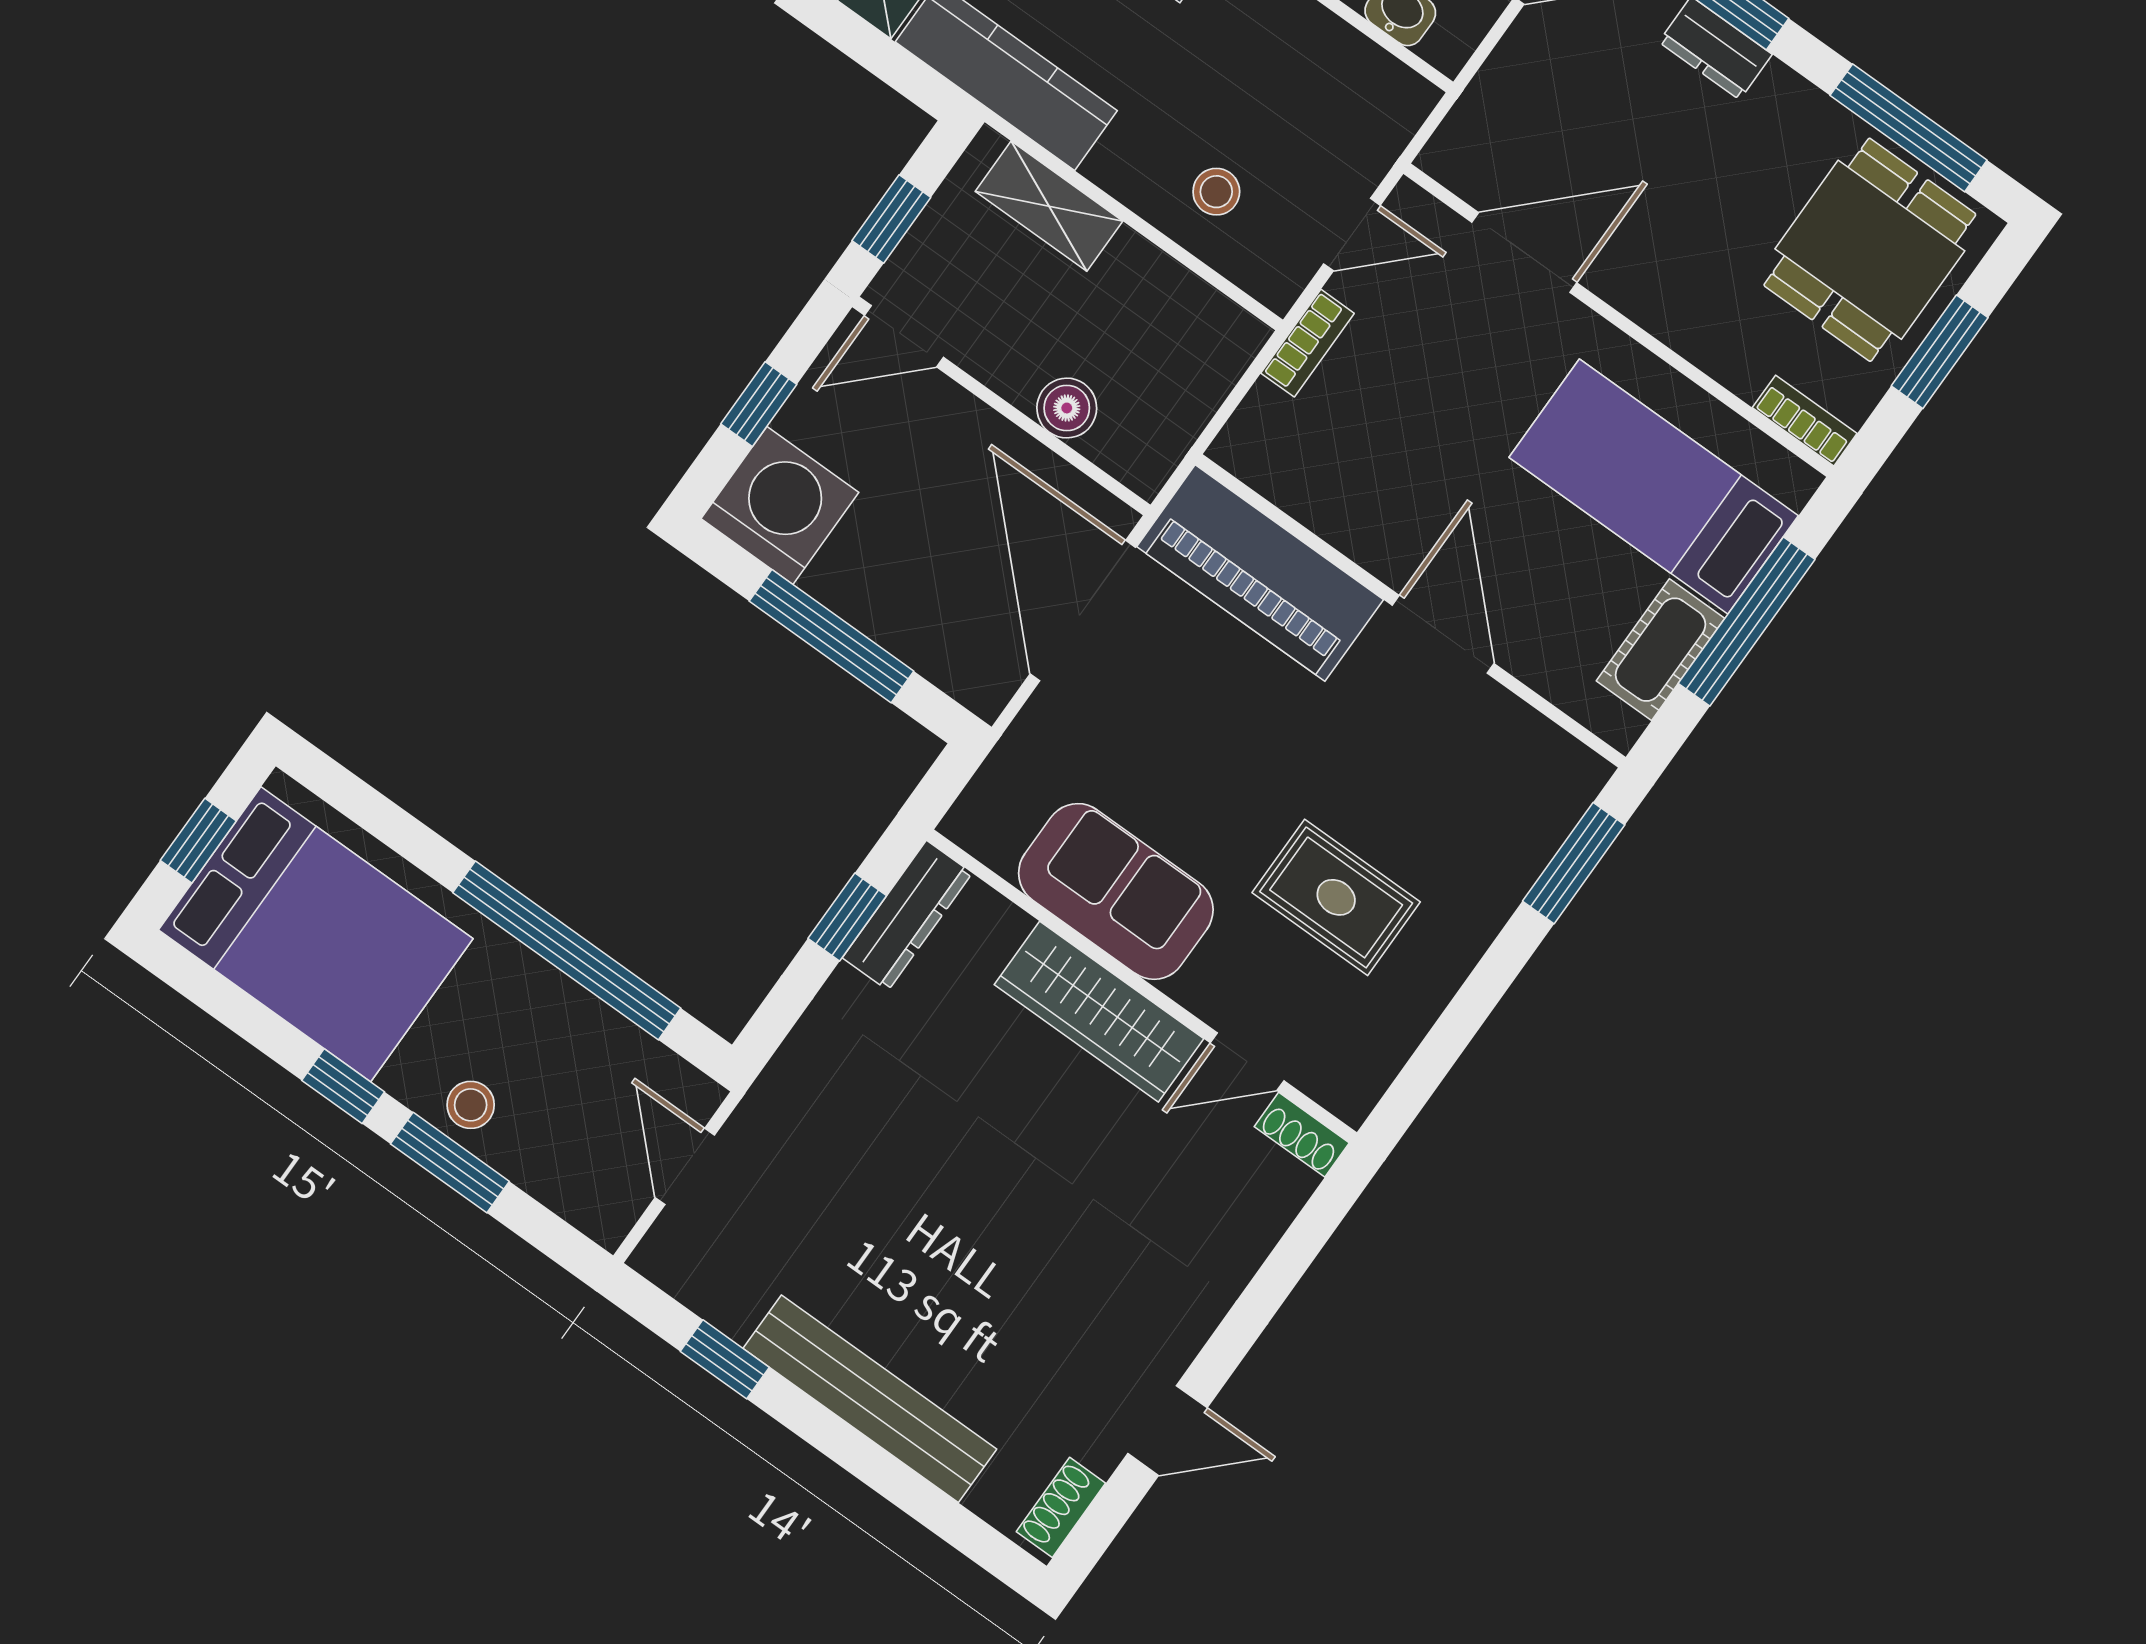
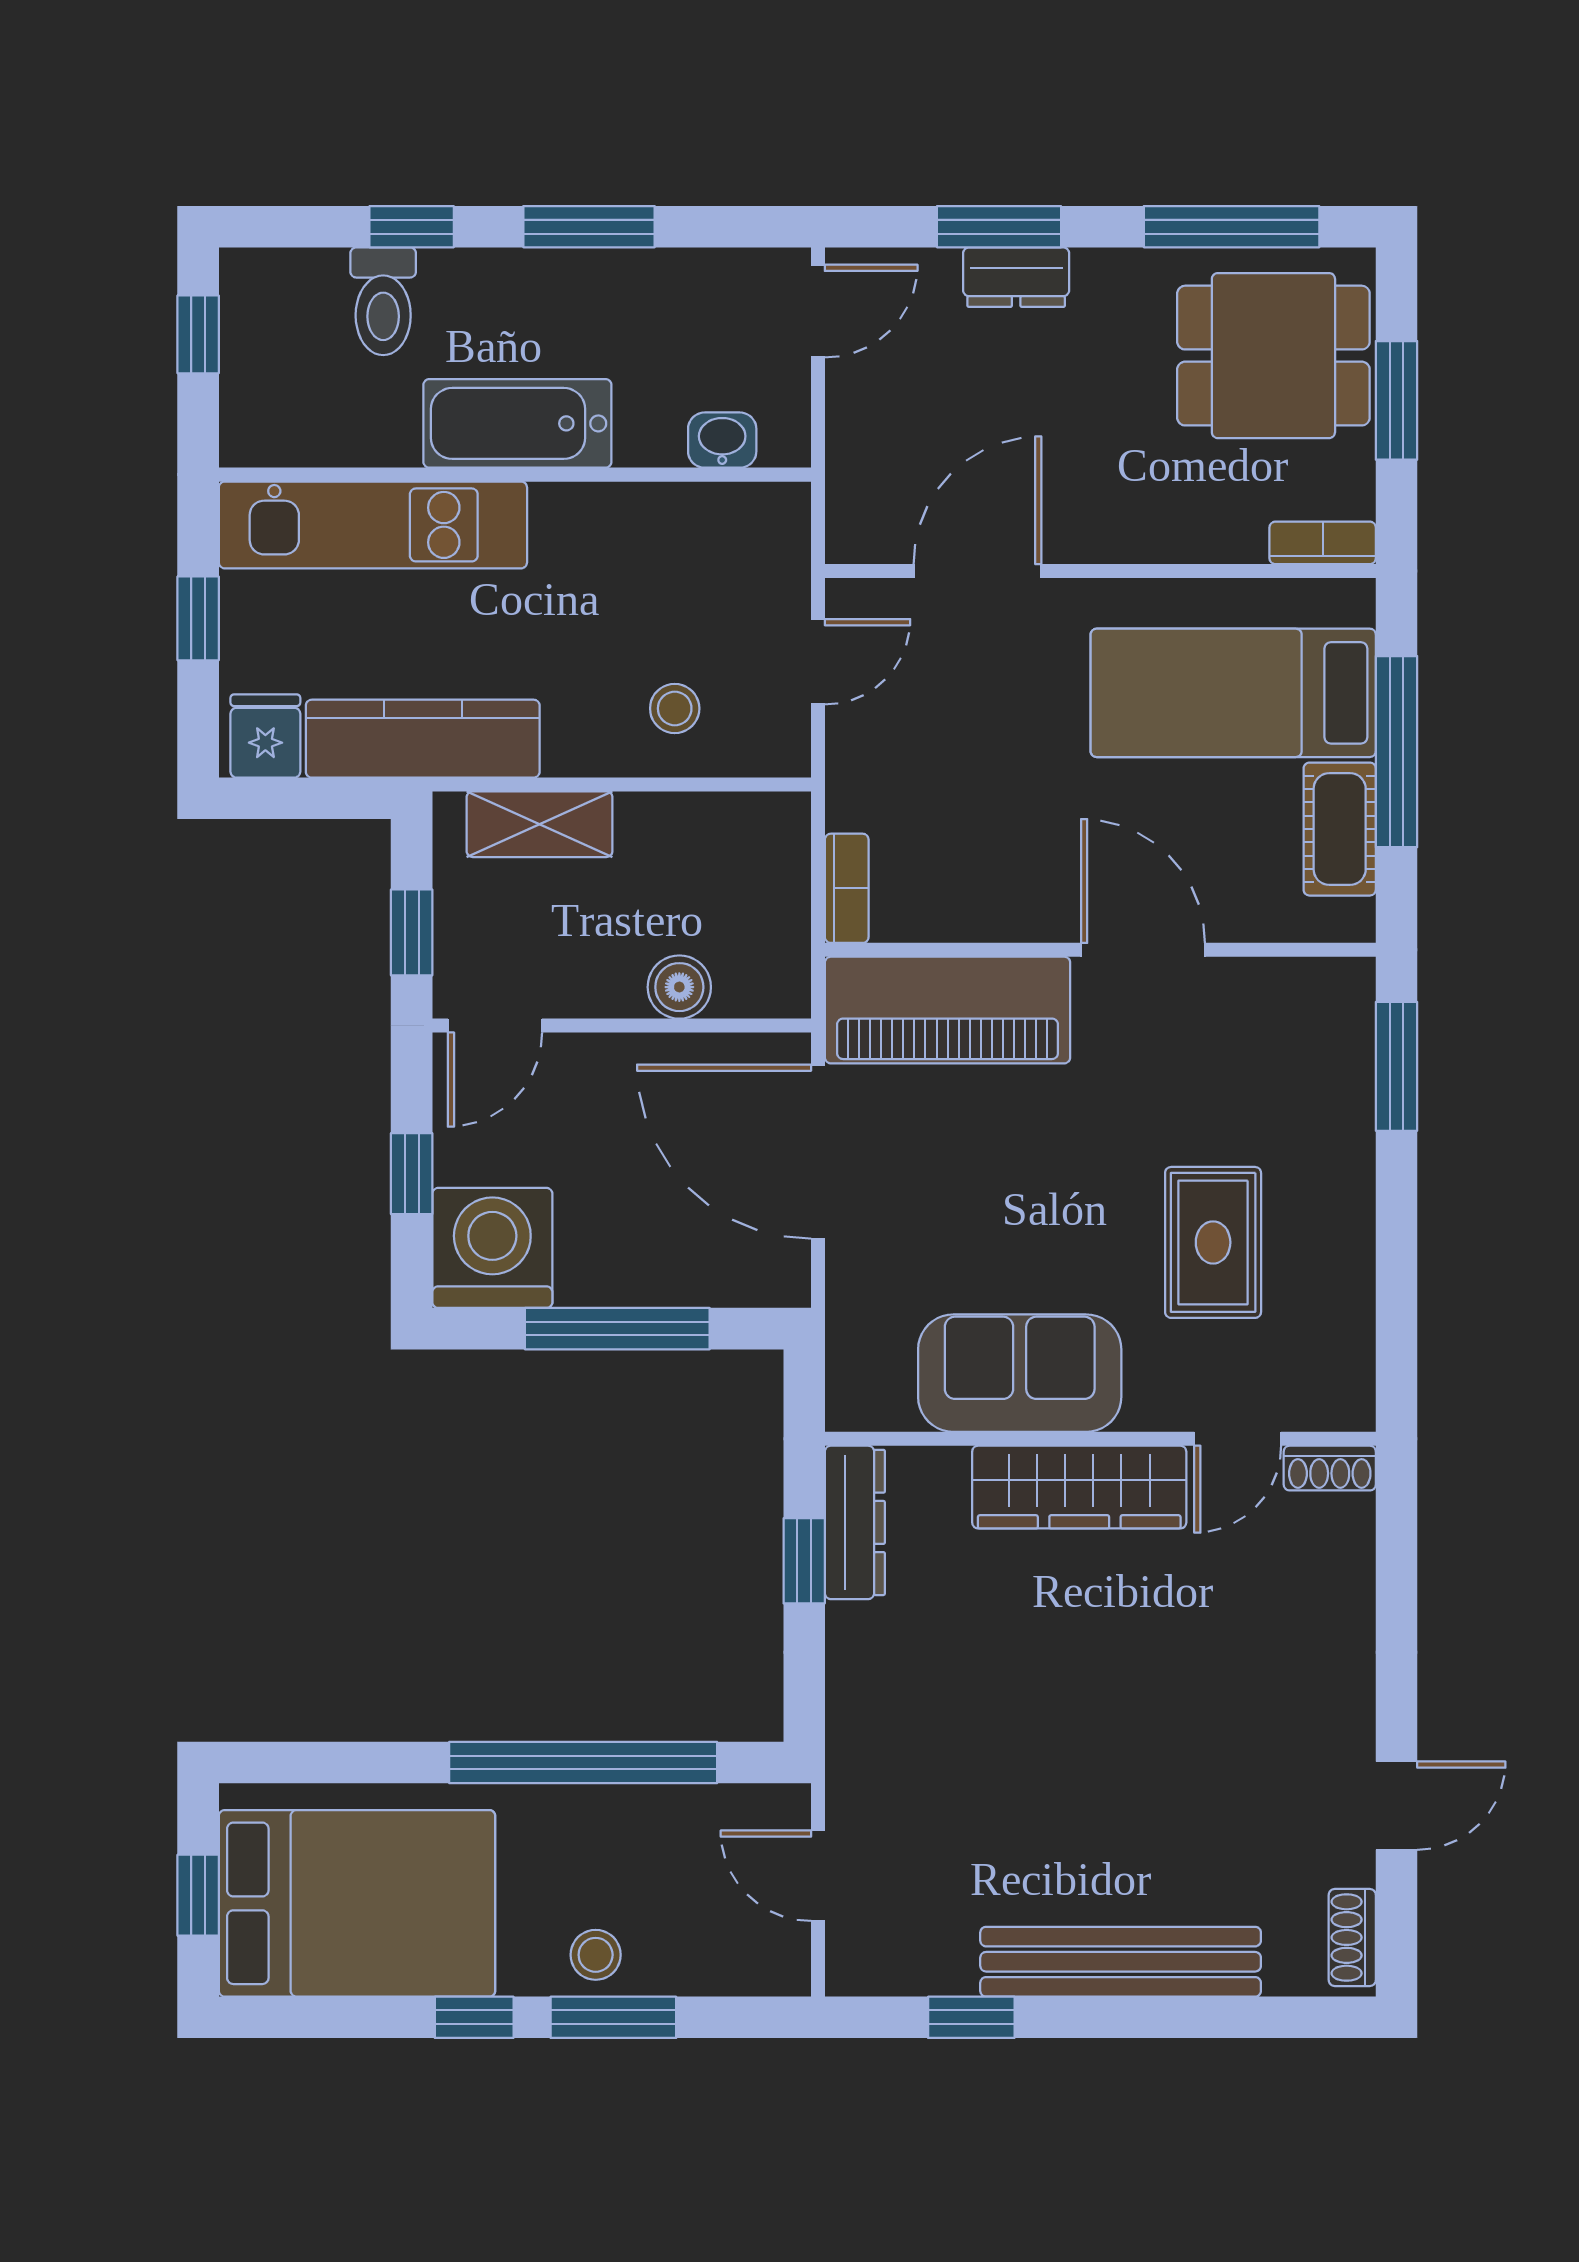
dining table: (1870, 250) -> (1273, 356), turned 90
bookcase: (1308, 343) -> (847, 888), moved
rug: (1336, 897) -> (1213, 1242), turned 90

